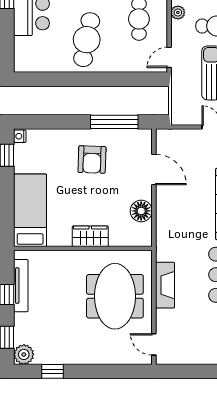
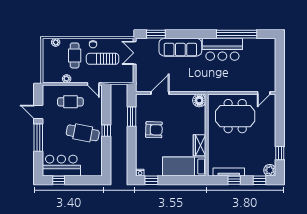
window: (90, 79) -> (106, 131), added
window: (114, 122) -> (132, 117), width x0.69
floor lamp: (141, 211) -> (199, 100), moved
wardrobe: (90, 236) -> (200, 145), moved
fireplace: (165, 285) -> (229, 86), removed

